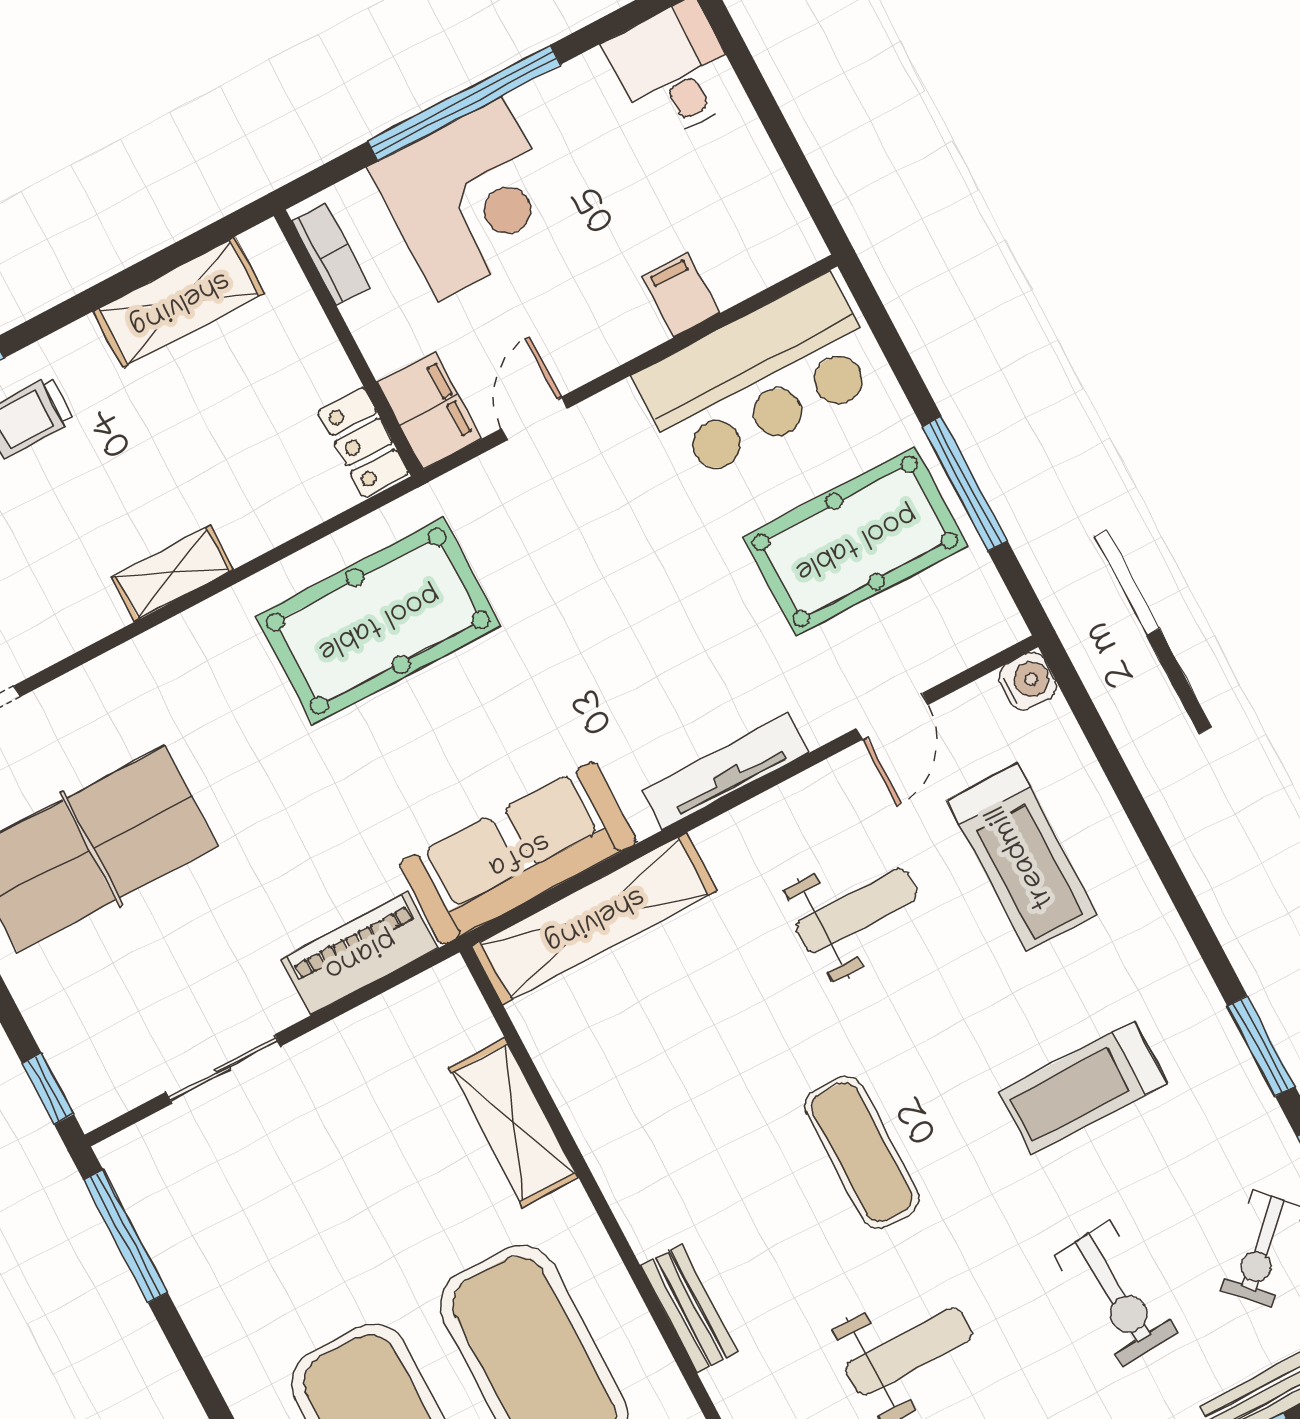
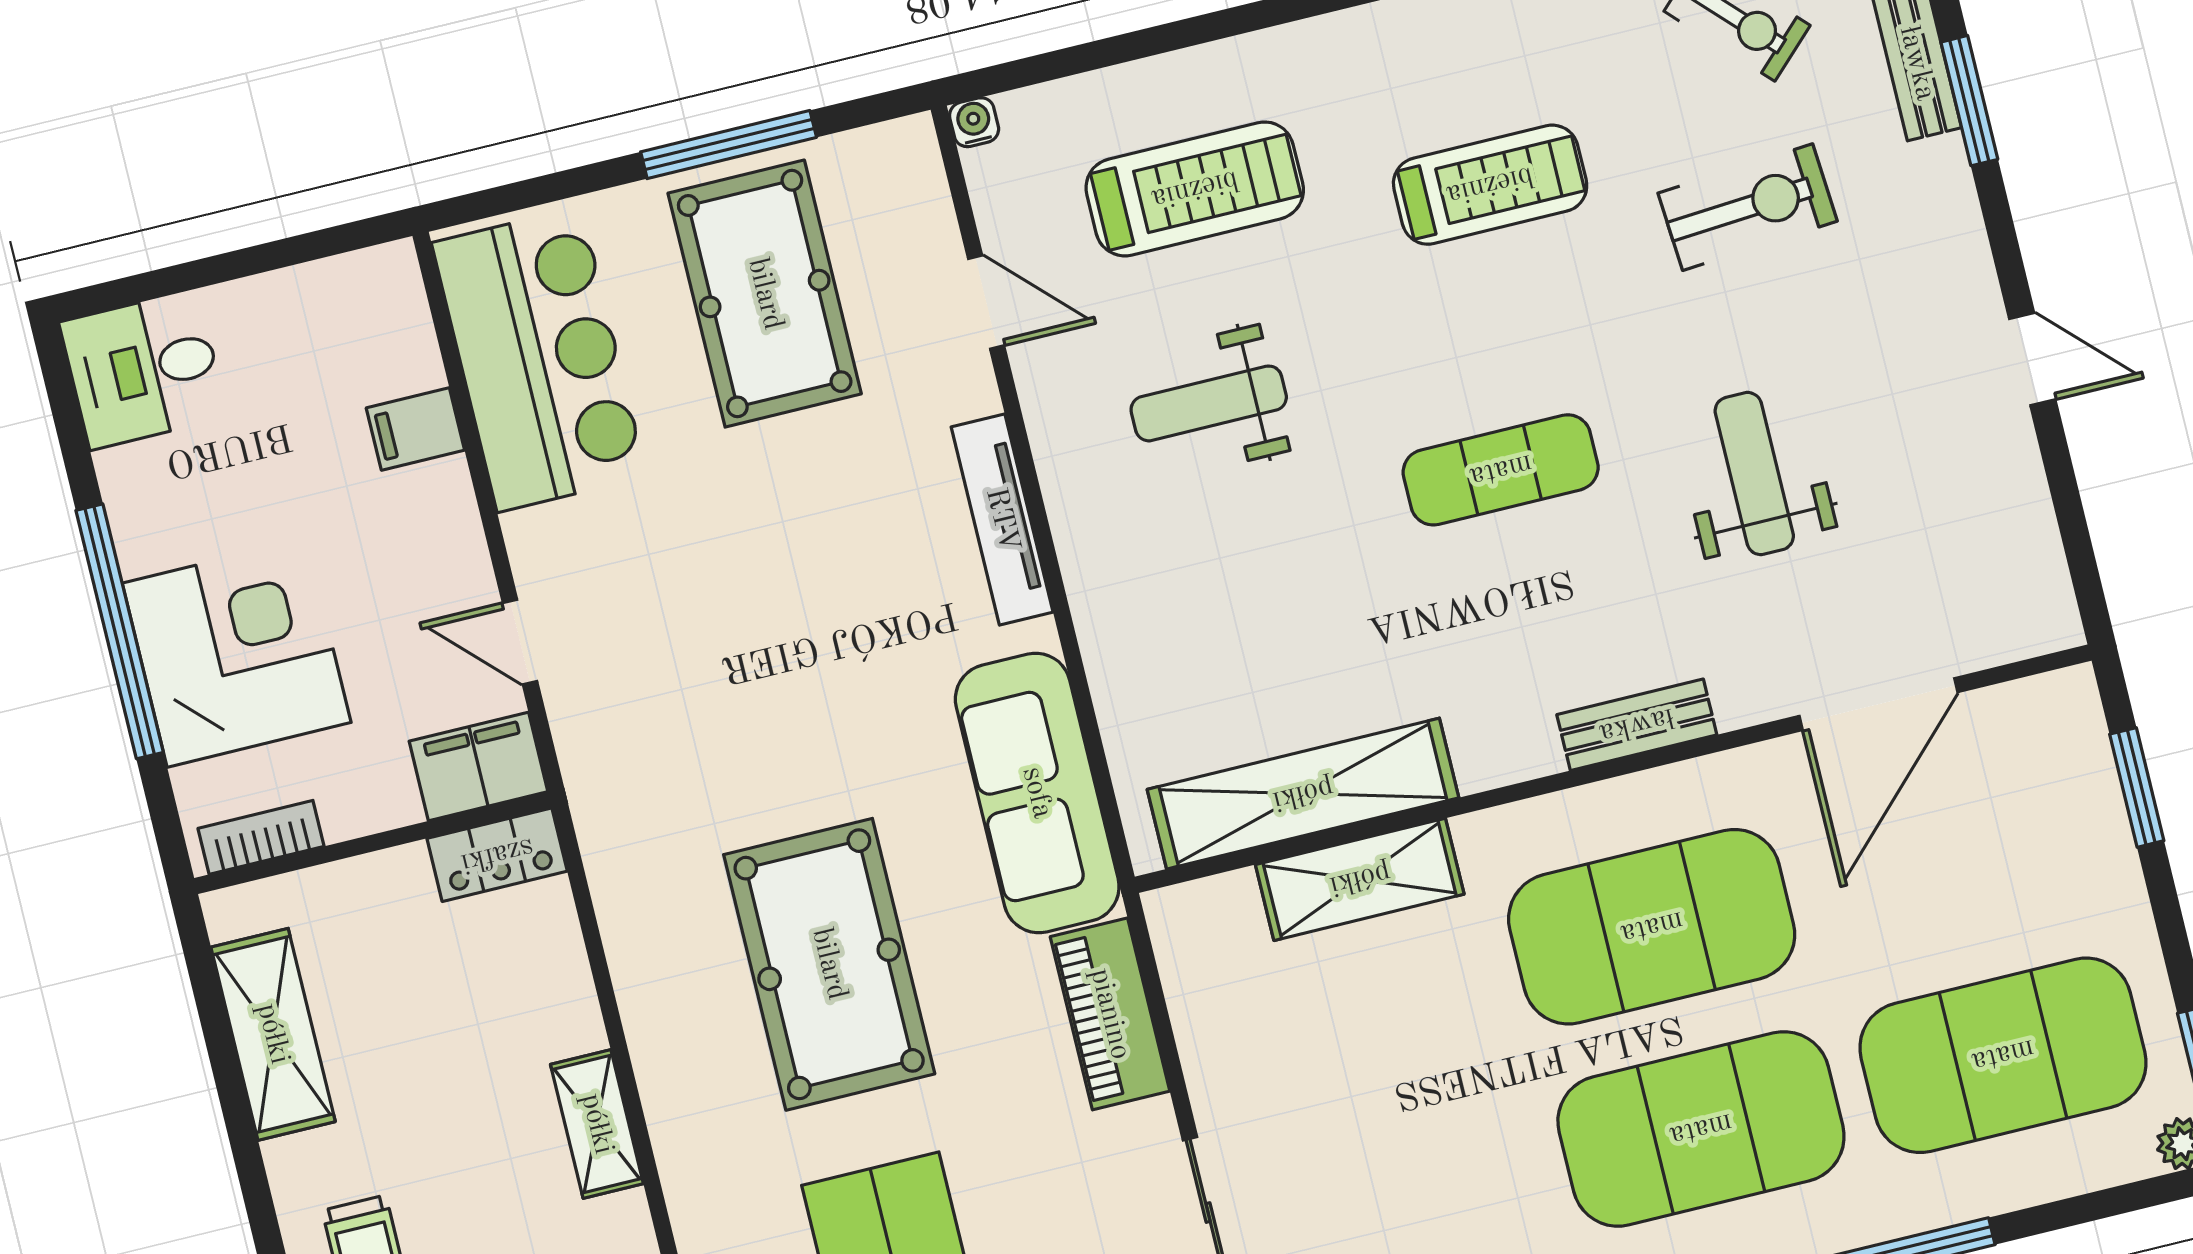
pool table: (378, 621) -> (829, 964), moved
water cooler: (1028, 681) -> (974, 122), width x0.72, depth x0.72
weight bench: (857, 911) -> (1209, 403), turned -90
shelving: (594, 918) -> (1303, 794), moved, turned 90
treadmill: (1083, 1088) -> (1490, 185), turned -90

